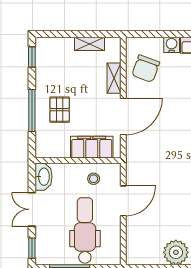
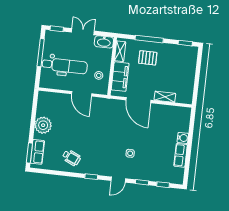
shelving: (89, 44) -> (120, 51), moved
chair: (146, 69) -> (169, 119), removed

